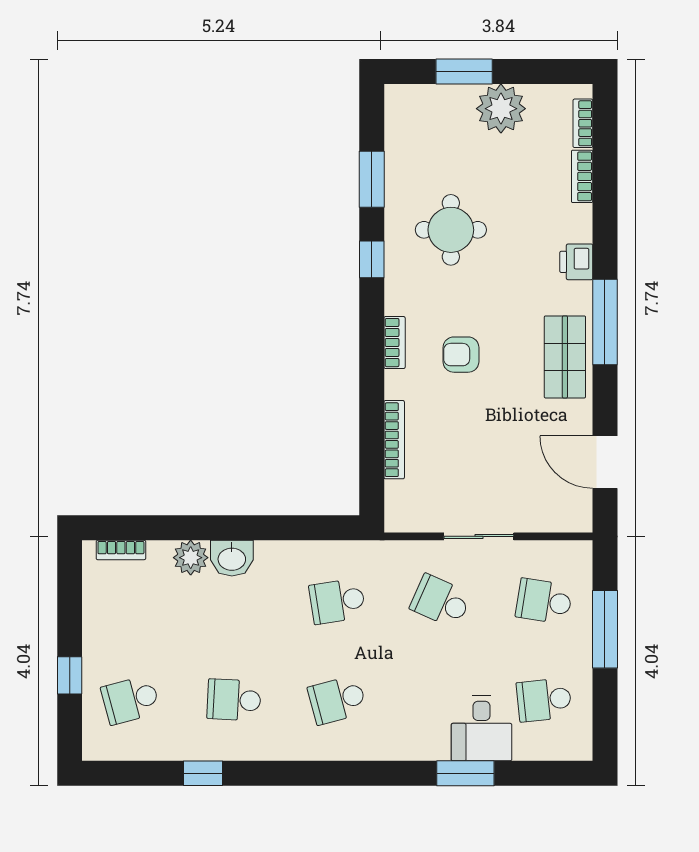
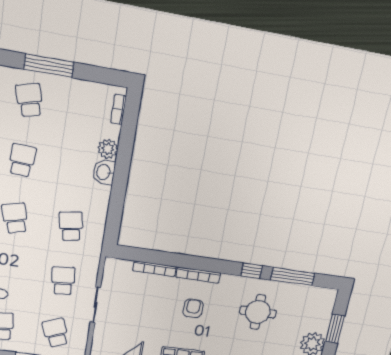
window: (372, 179) -> (292, 277), width x1.44
bookcase: (395, 343) -> (198, 275), width x1.56
school desk: (441, 601) -> (63, 281), turned -30
school desk: (544, 601) -> (56, 333), turned -30
window: (70, 675) -> (49, 66), width x2.17

